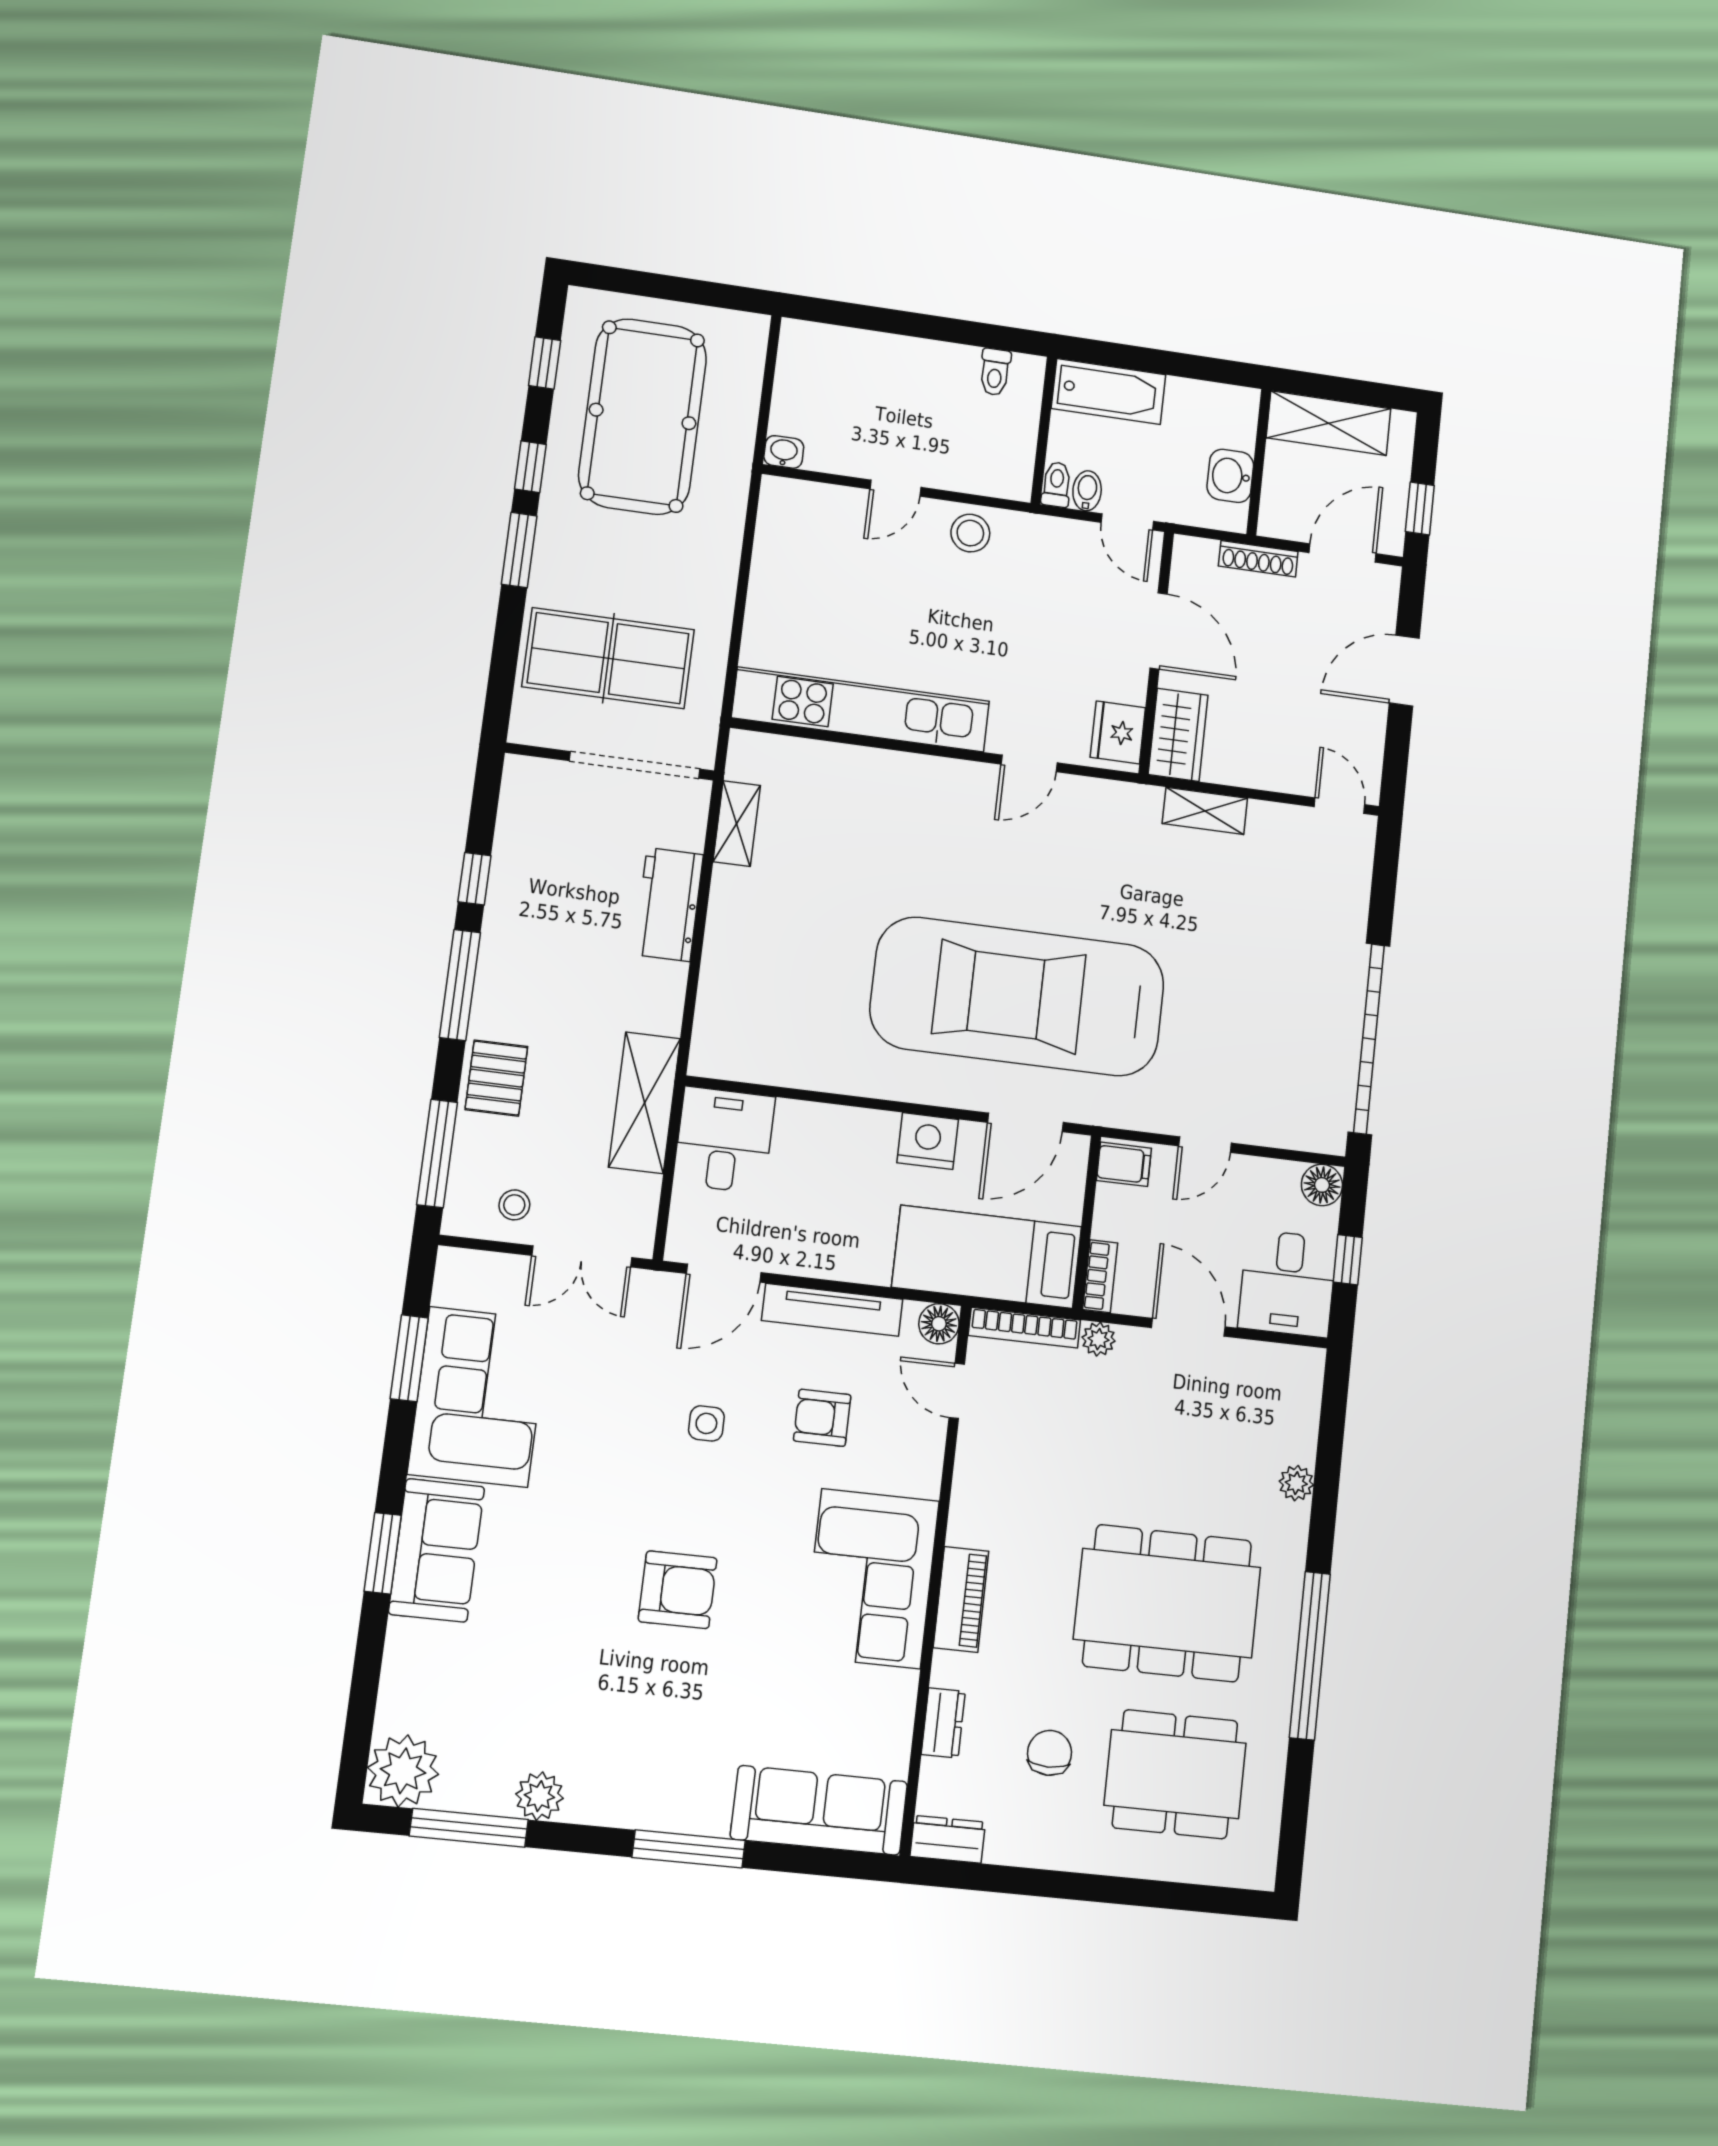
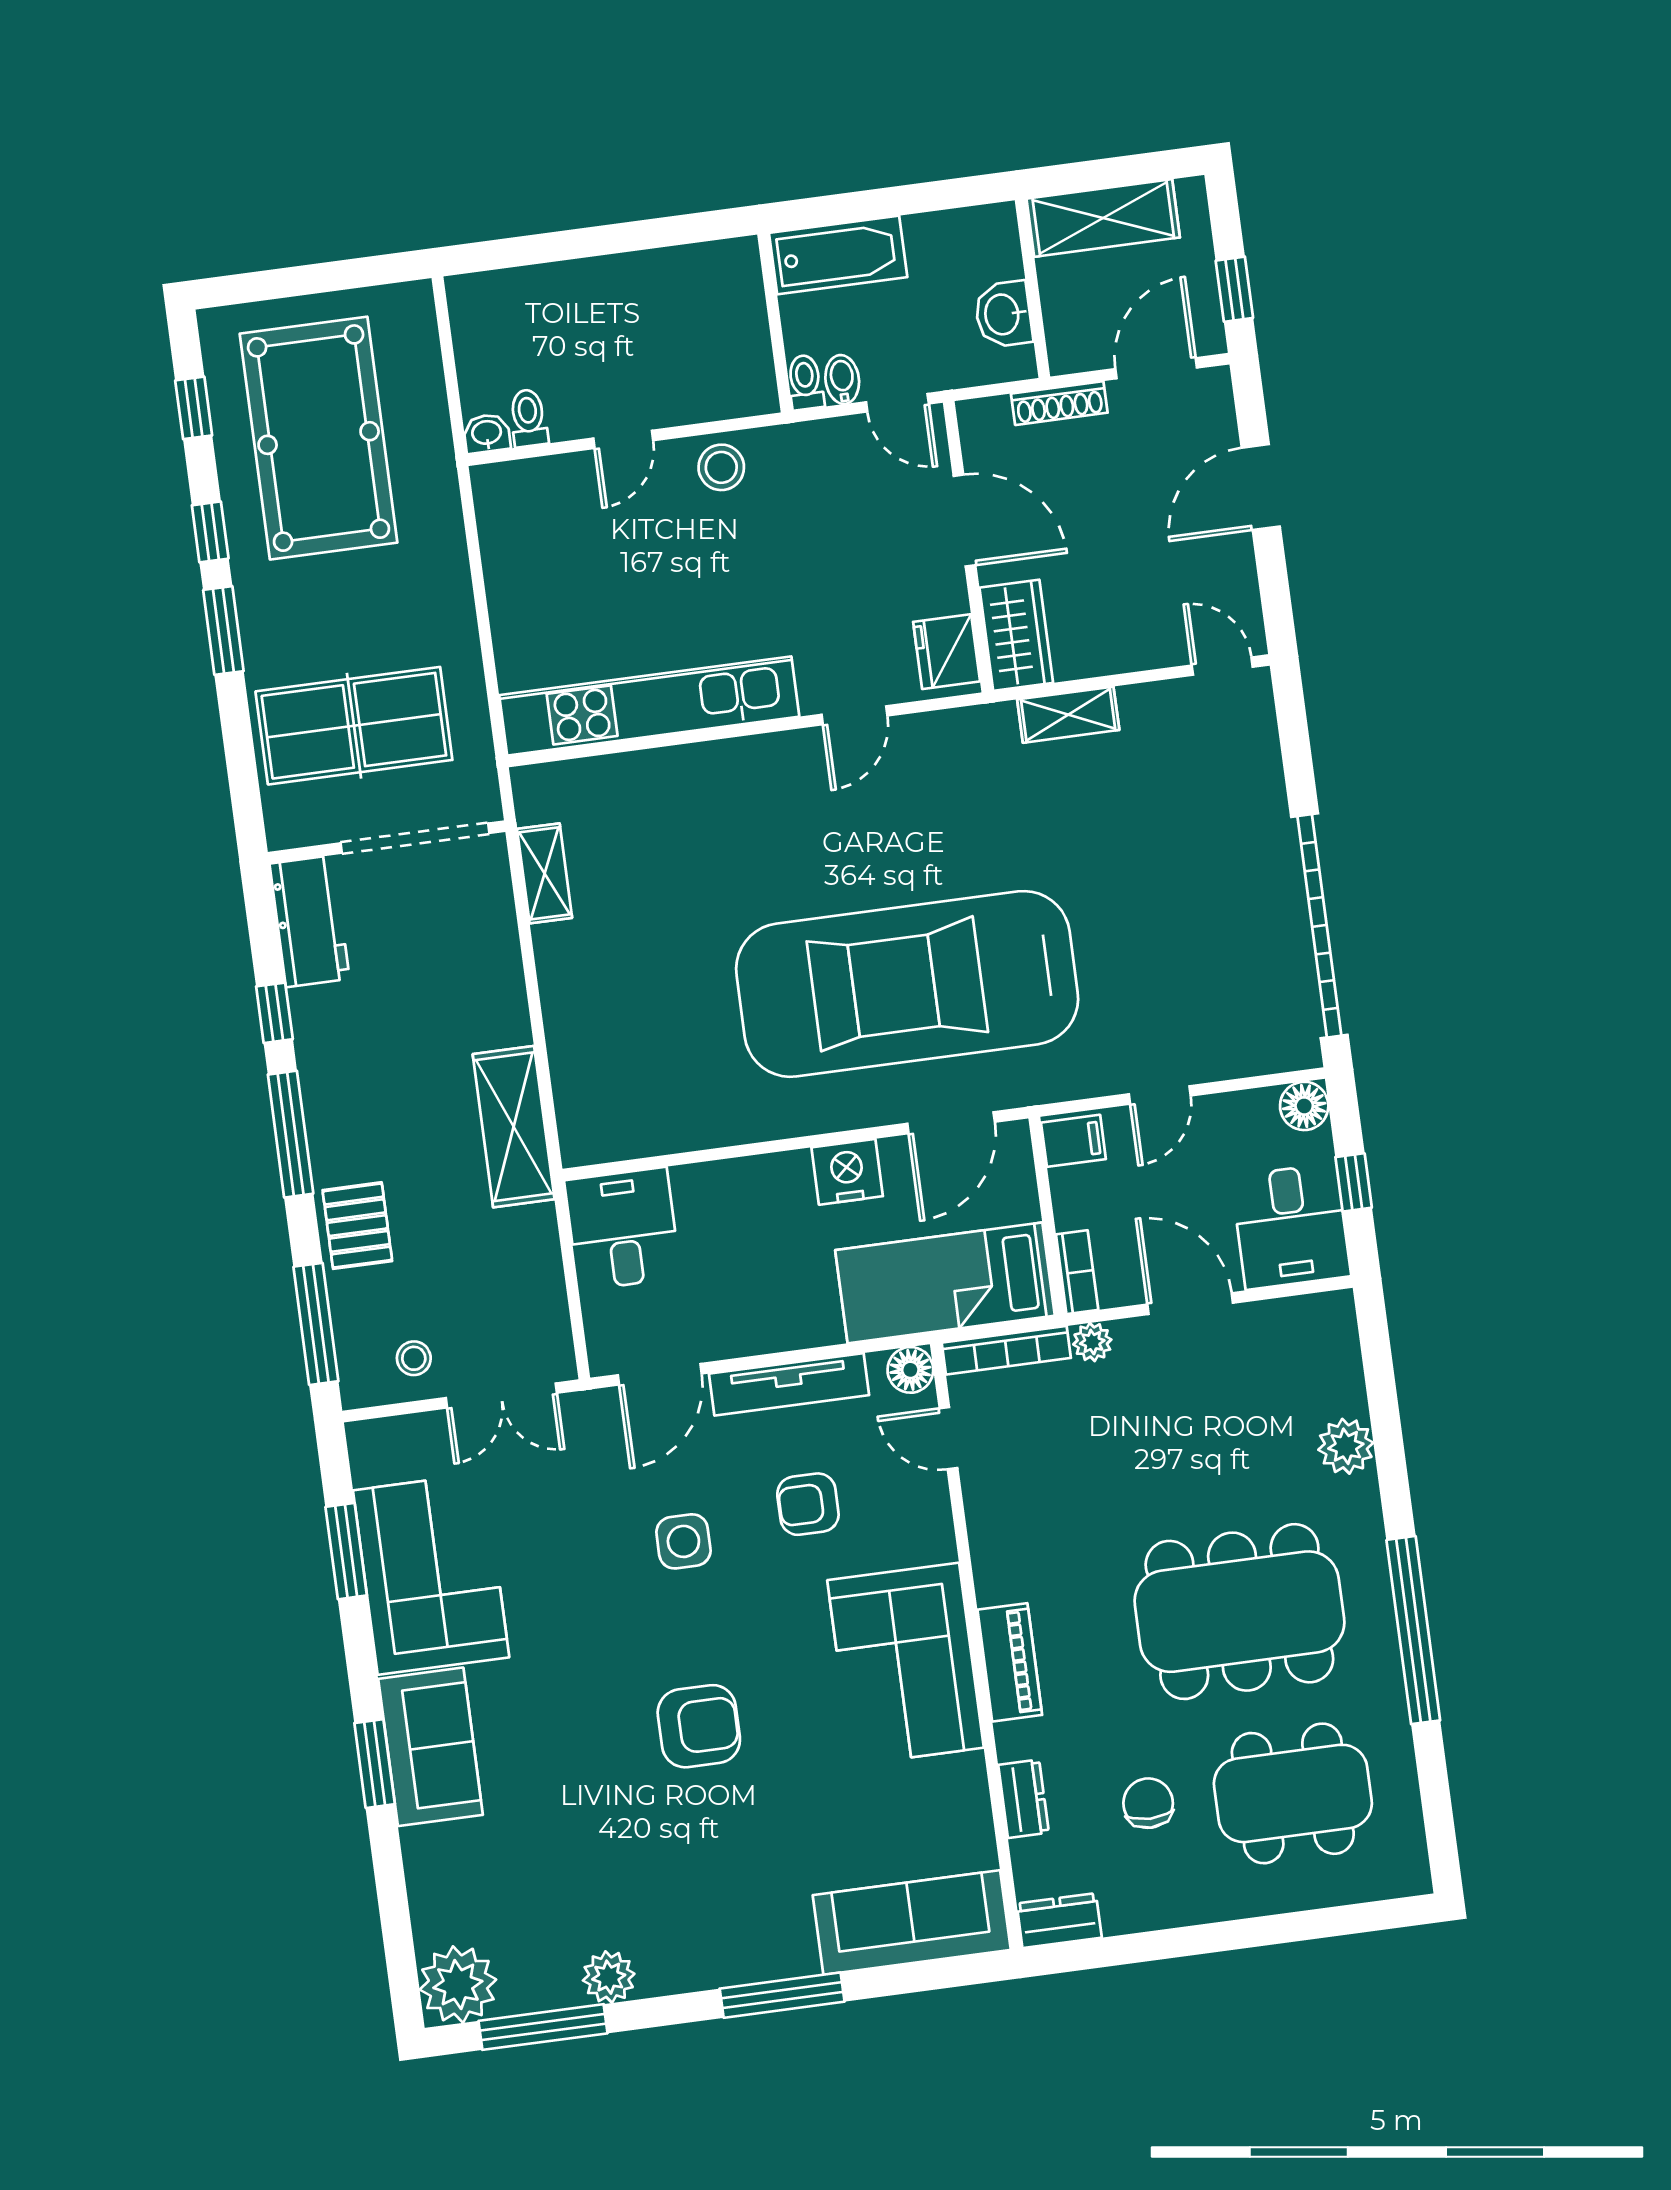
toilet: (995, 372) -> (528, 418), moved, turned 180
workbench: (669, 904) -> (310, 921), moved, turned 180
shelving: (645, 1103) -> (514, 1127), moved
side table: (706, 1423) -> (683, 1541), width x1.37, depth x1.37
plant: (1296, 1483) -> (1346, 1446), width x1.38, depth x1.38

